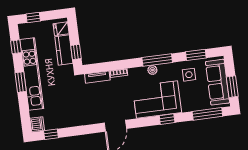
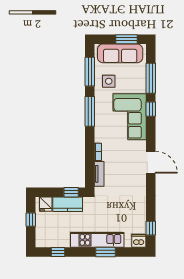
window: (33, 17) -> (31, 220), moved
window: (196, 55) -> (90, 72), width x1.44
plant: (152, 70) -> (99, 117), removed
kitchen unit: (32, 74) -> (97, 240), width x0.73
window: (21, 82) -> (105, 252), moved
window: (207, 114) -> (151, 78), moved

